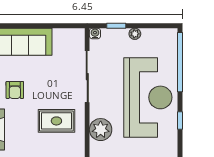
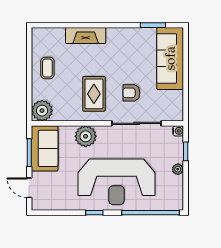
armchair: (15, 90) -> (131, 93), moved

